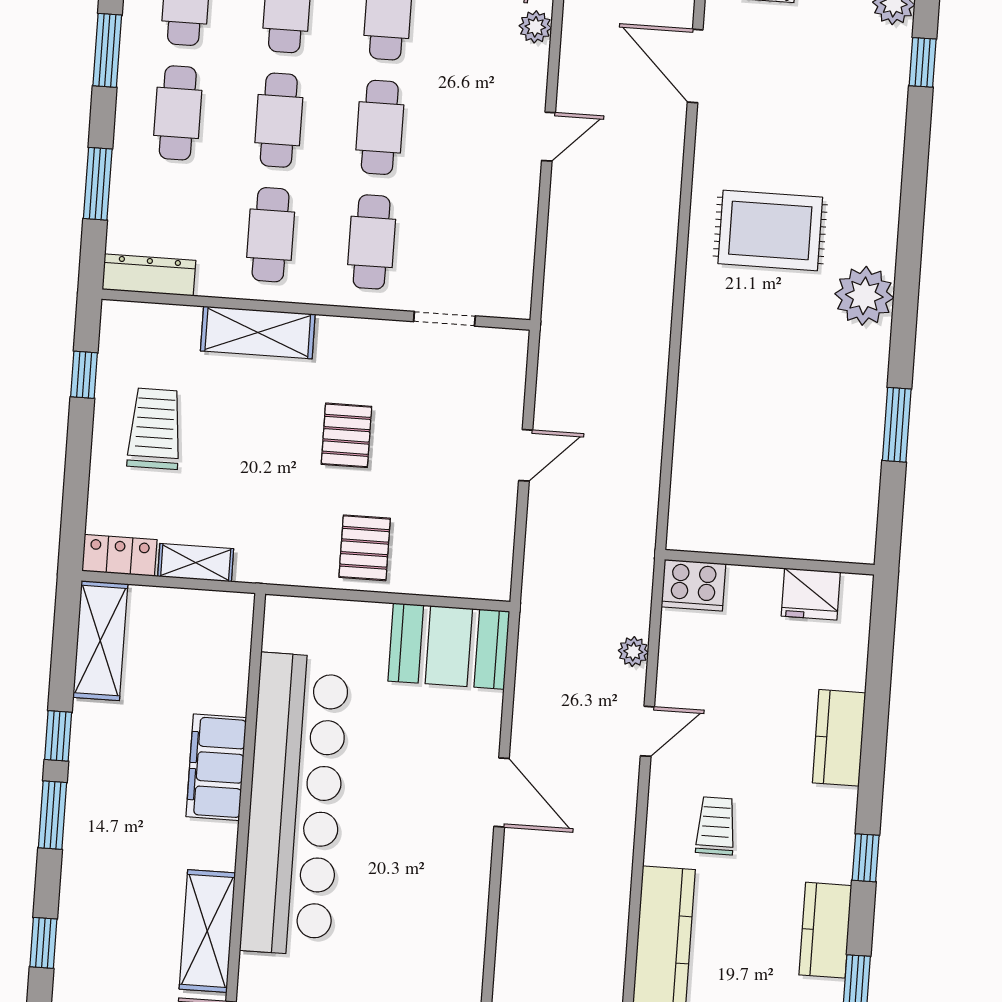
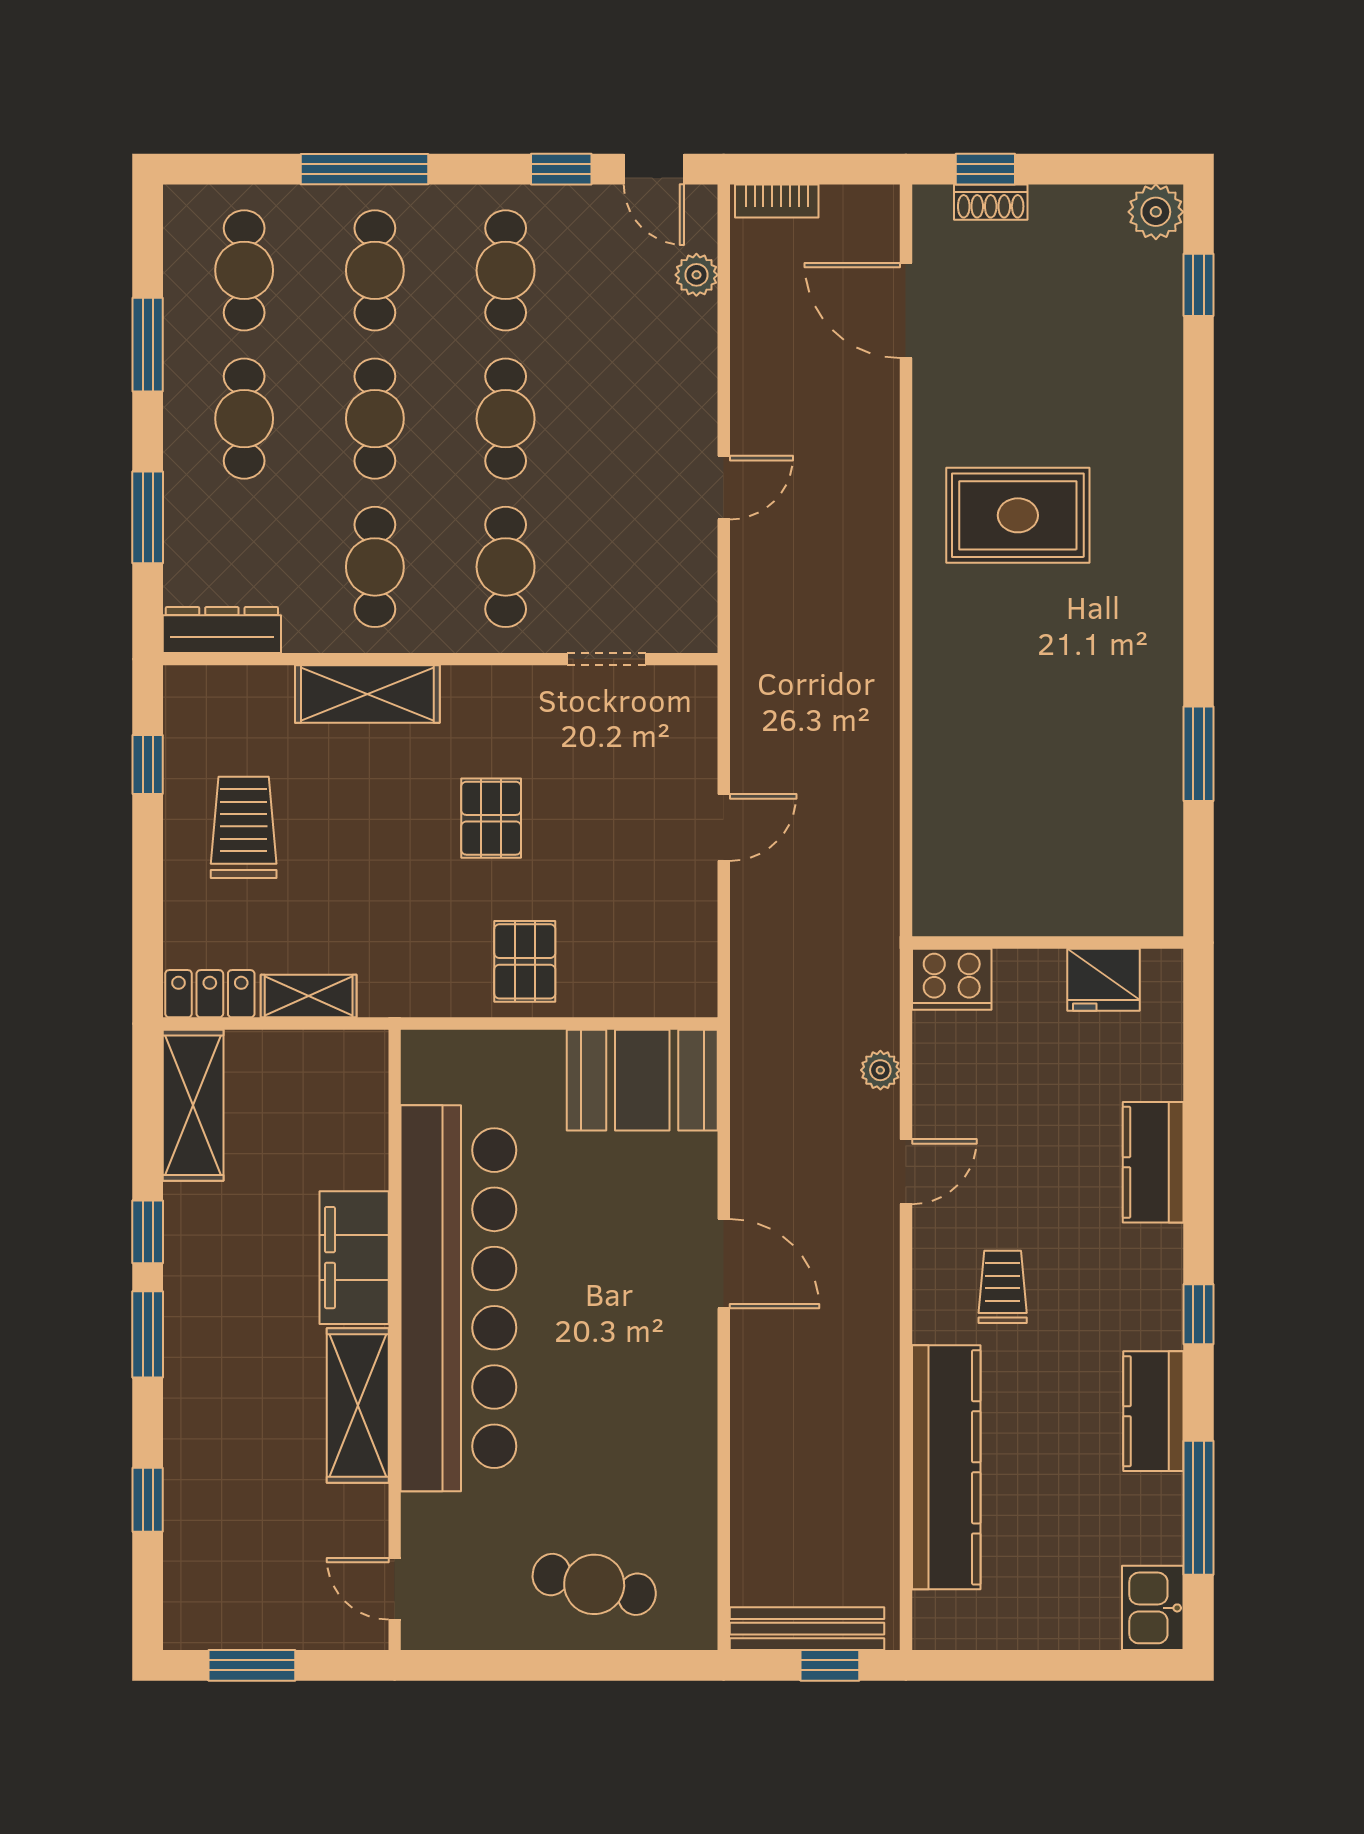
door: (549, 137) -> (724, 488), moved
plant: (864, 296) -> (1145, 591), removed
shelving: (207, 931) -> (358, 1405), moved

